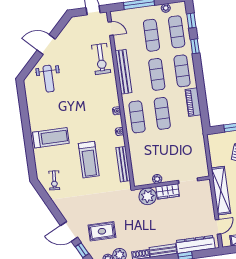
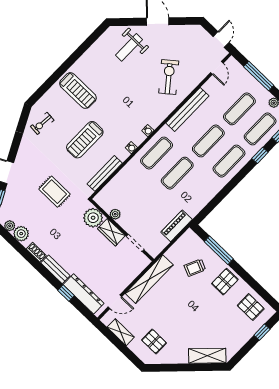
exercise bike: (101, 59) -> (169, 77), moved, turned 141
piano: (193, 102) -> (177, 226), moved
rug: (102, 231) -> (55, 192), moved

